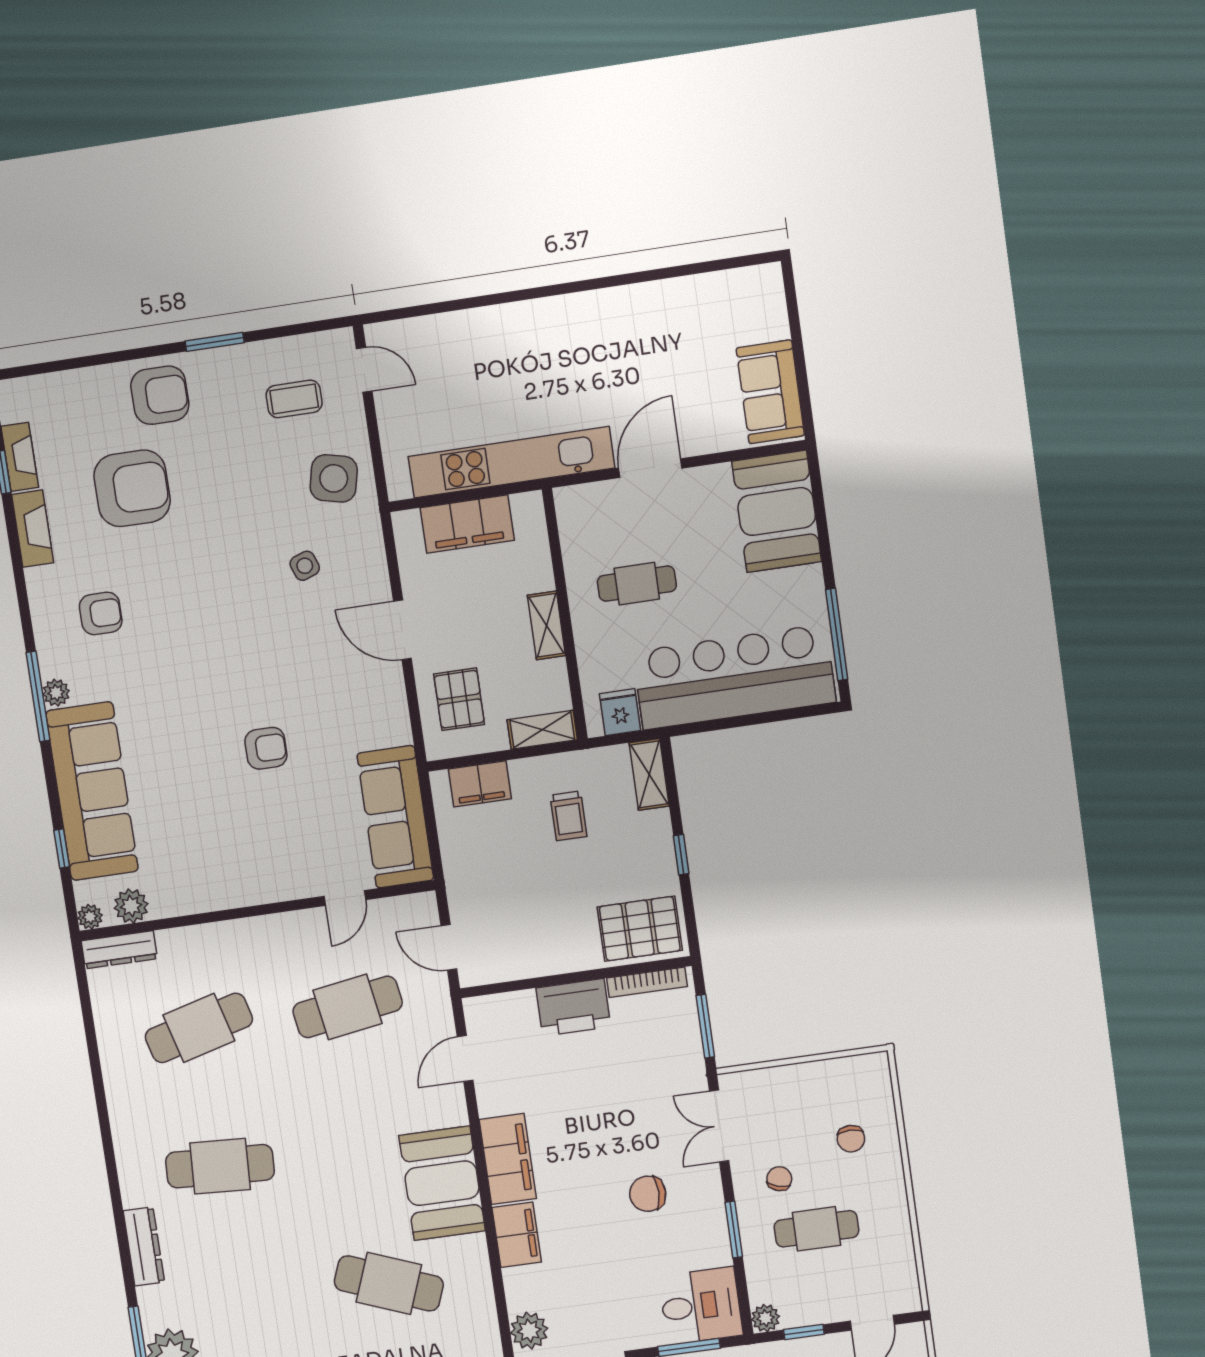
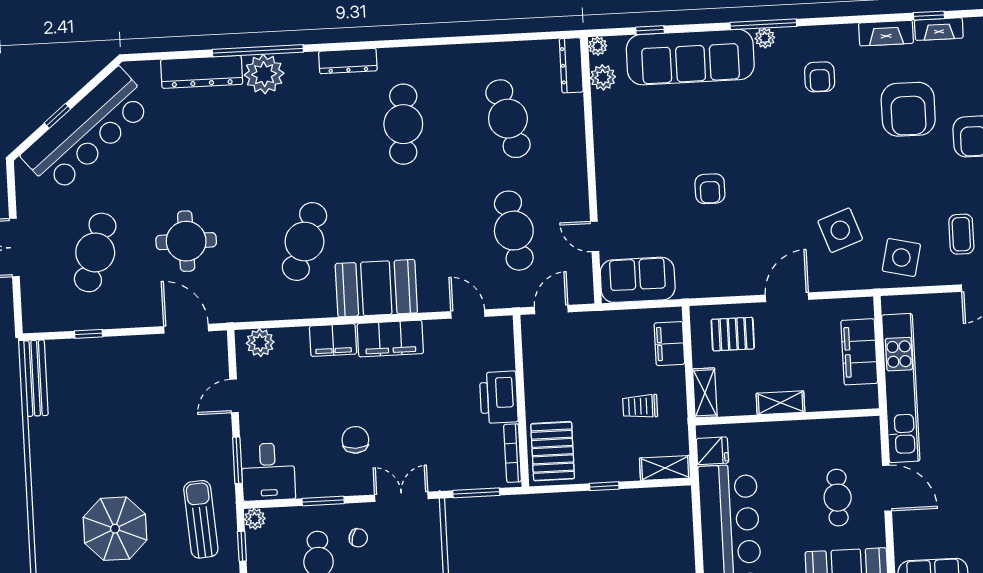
side table: (305, 566) -> (840, 230), width x1.87, depth x1.87
cafe table: (637, 584) -> (838, 498), moved
sofa: (395, 817) -> (638, 280), width x0.73

